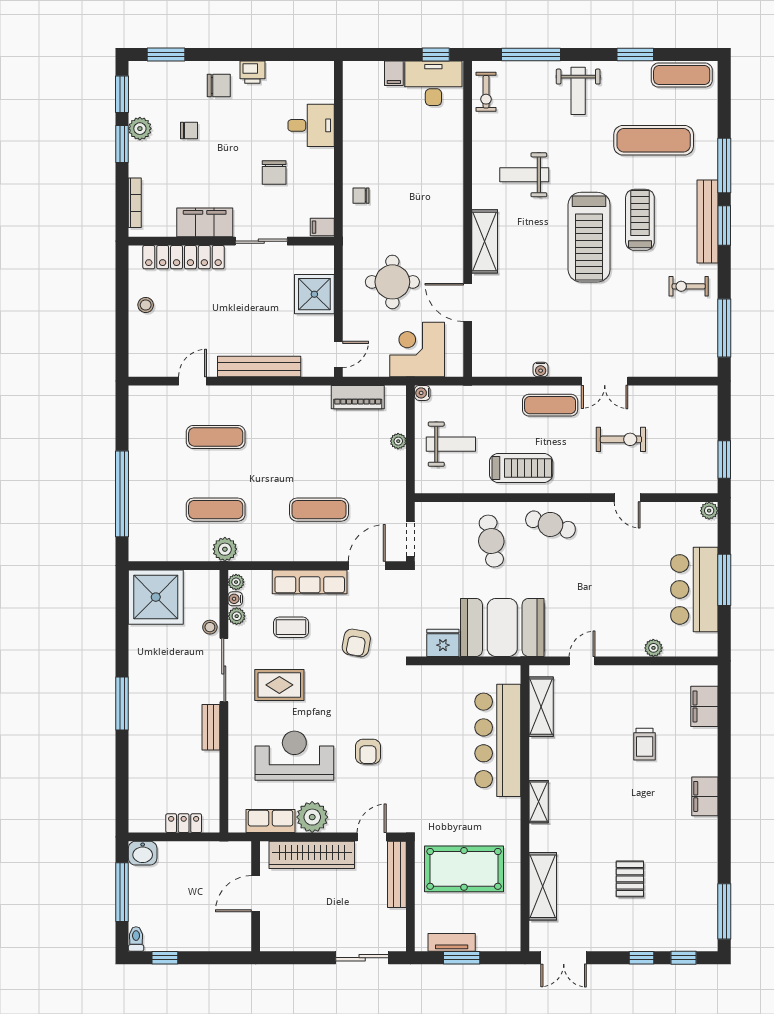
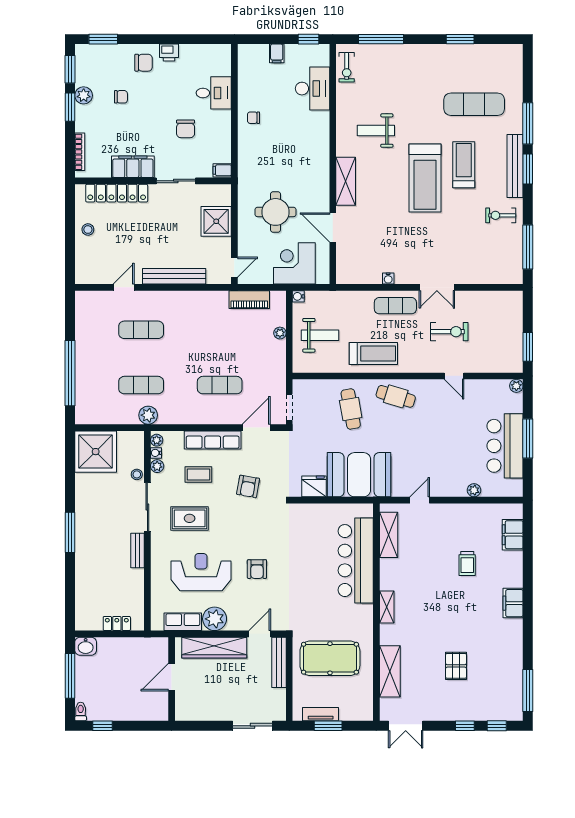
exercise mat: (682, 75) -> (495, 55), removed
desk: (433, 83) -> (313, 89), moved, turned 90
weight bench: (578, 91) -> (417, 67), removed
chair: (361, 196) -> (254, 118), moved

